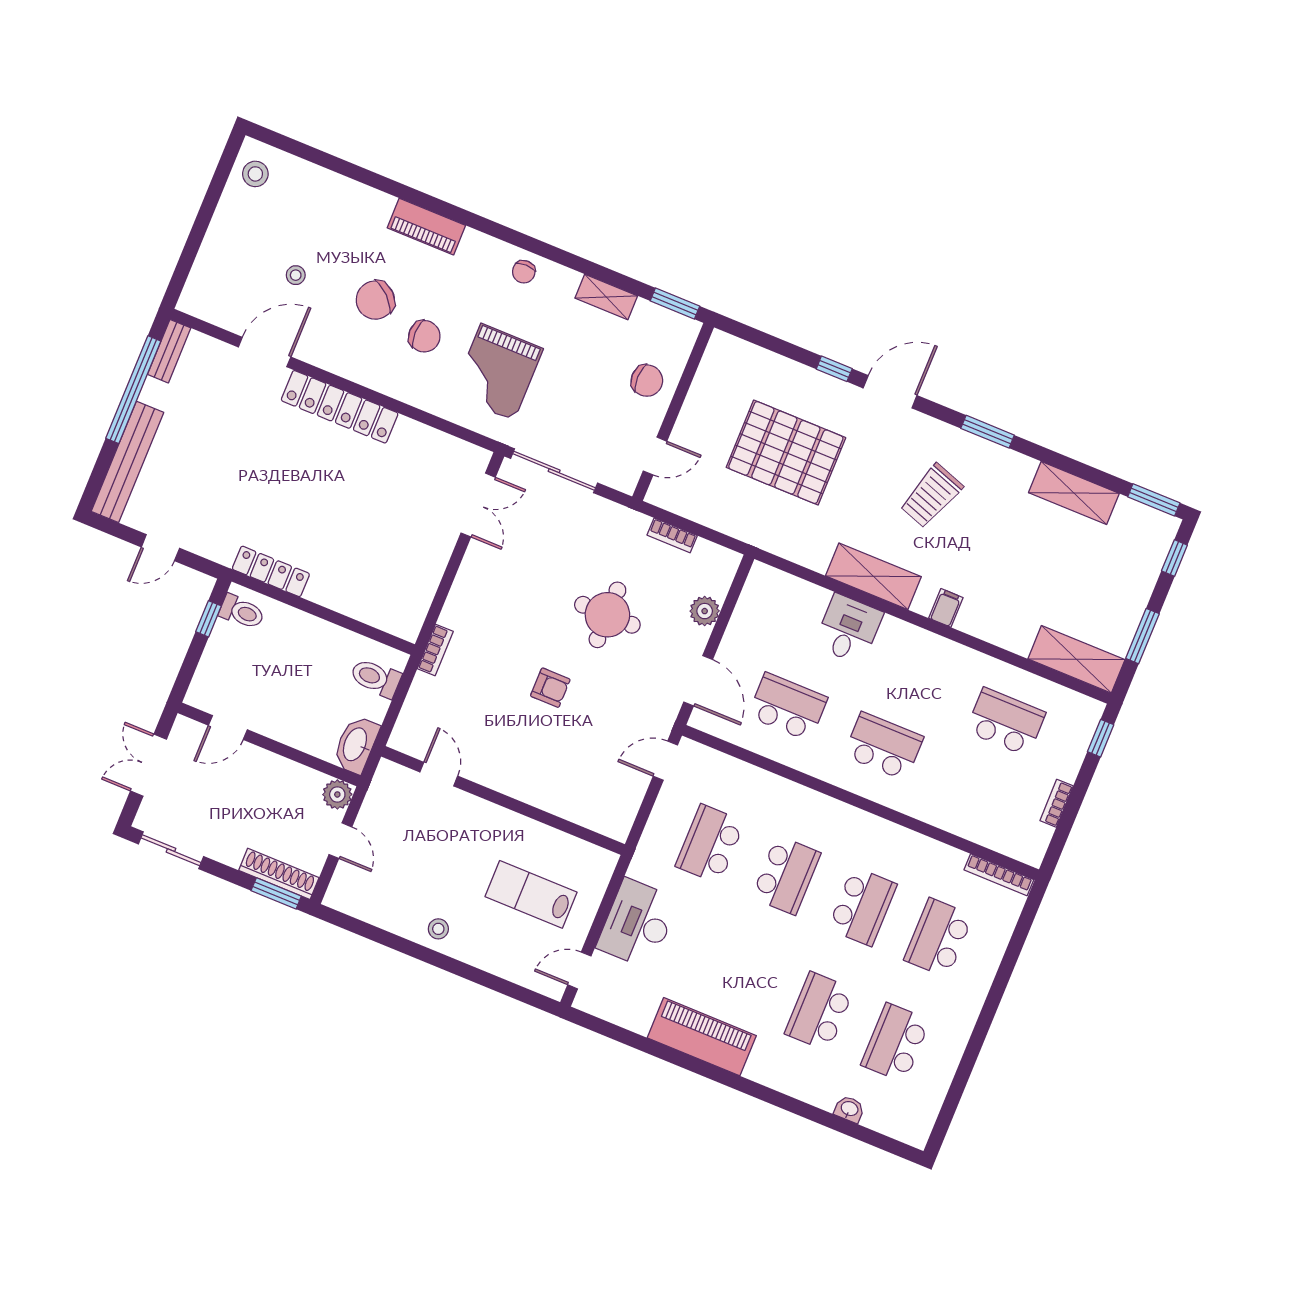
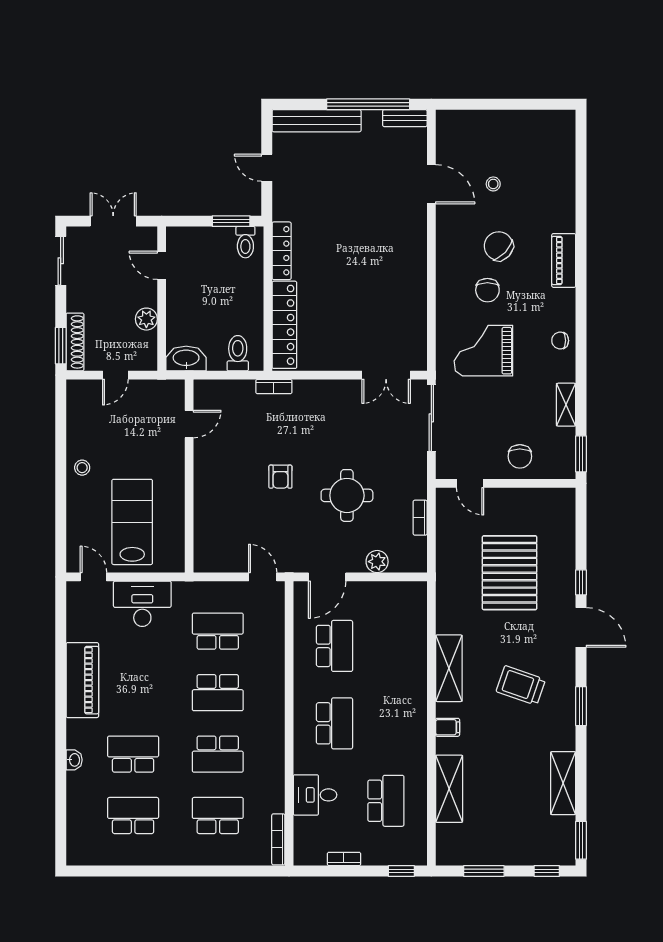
stool: (255, 174) -> (552, 127), removed
locker: (340, 407) -> (284, 325), moved, turned 180
window: (209, 619) -> (231, 221), width x1.50
desk: (849, 629) -> (315, 795), moved, turned 180
shelving: (1076, 659) -> (449, 789), moved
plant: (337, 794) -> (146, 319), moved
lab bench: (531, 894) -> (132, 522), width x1.36, depth x1.39
washbasin: (849, 1109) -> (74, 760), moved

